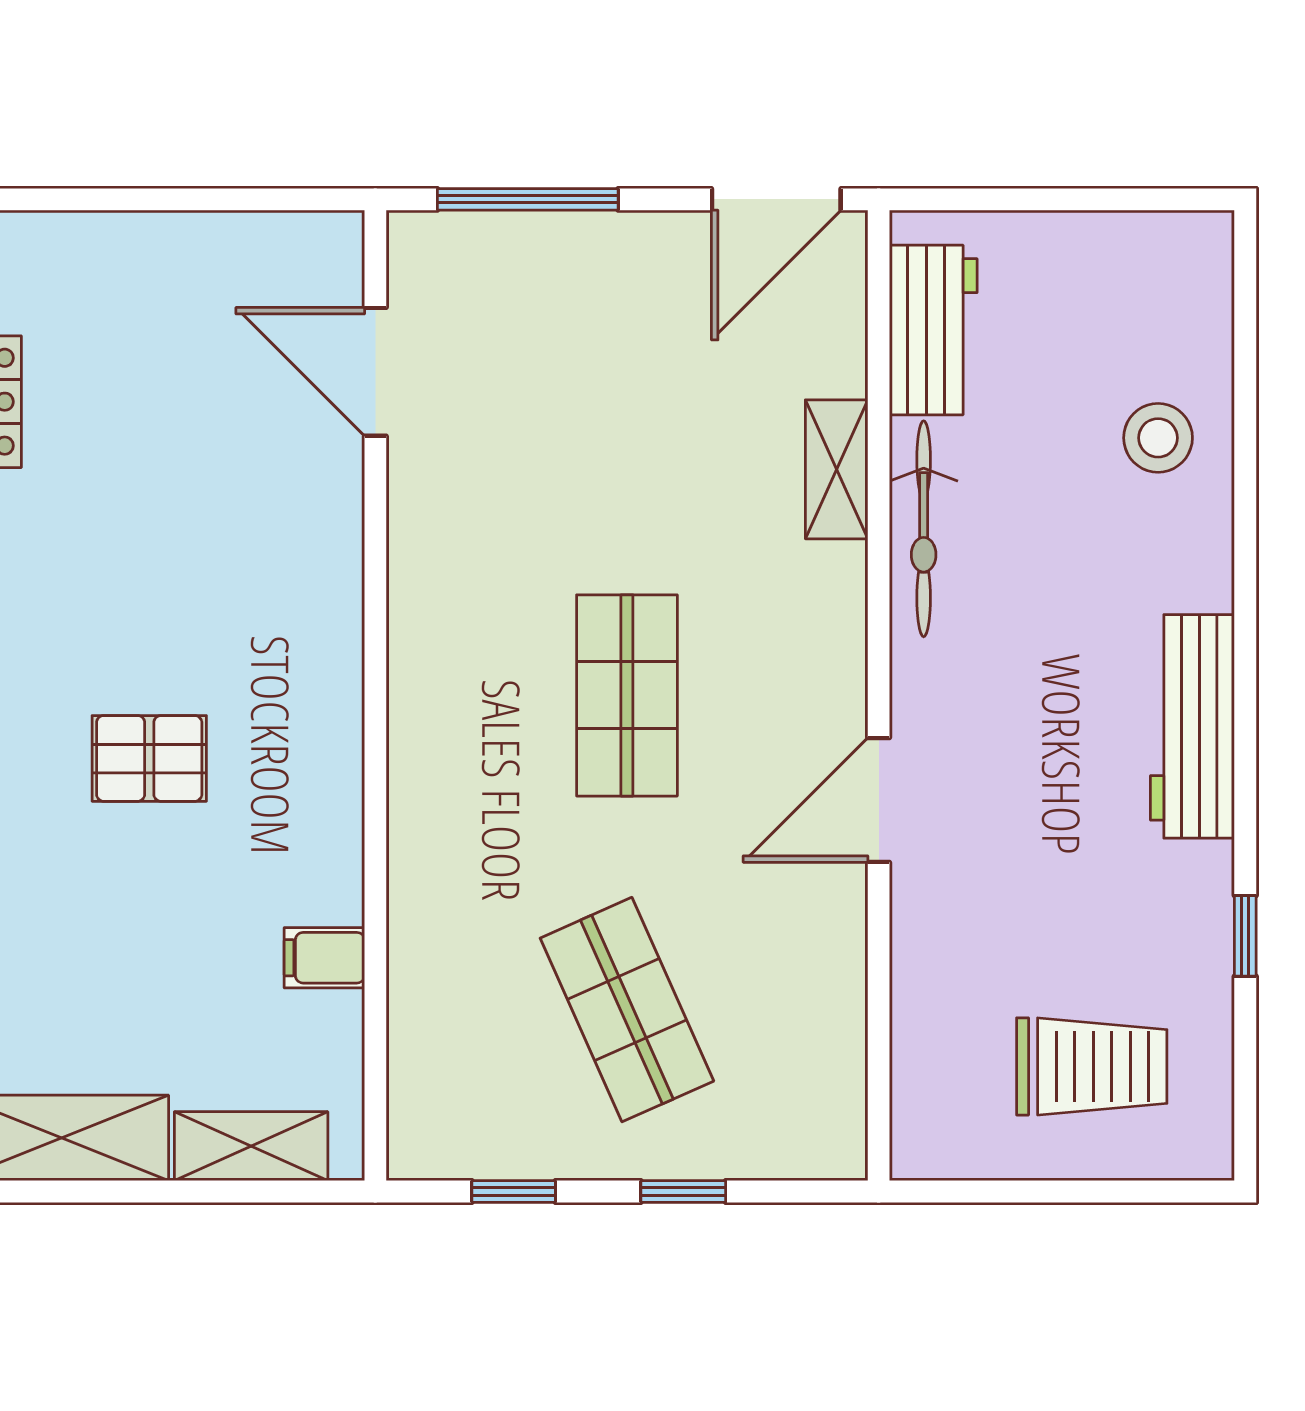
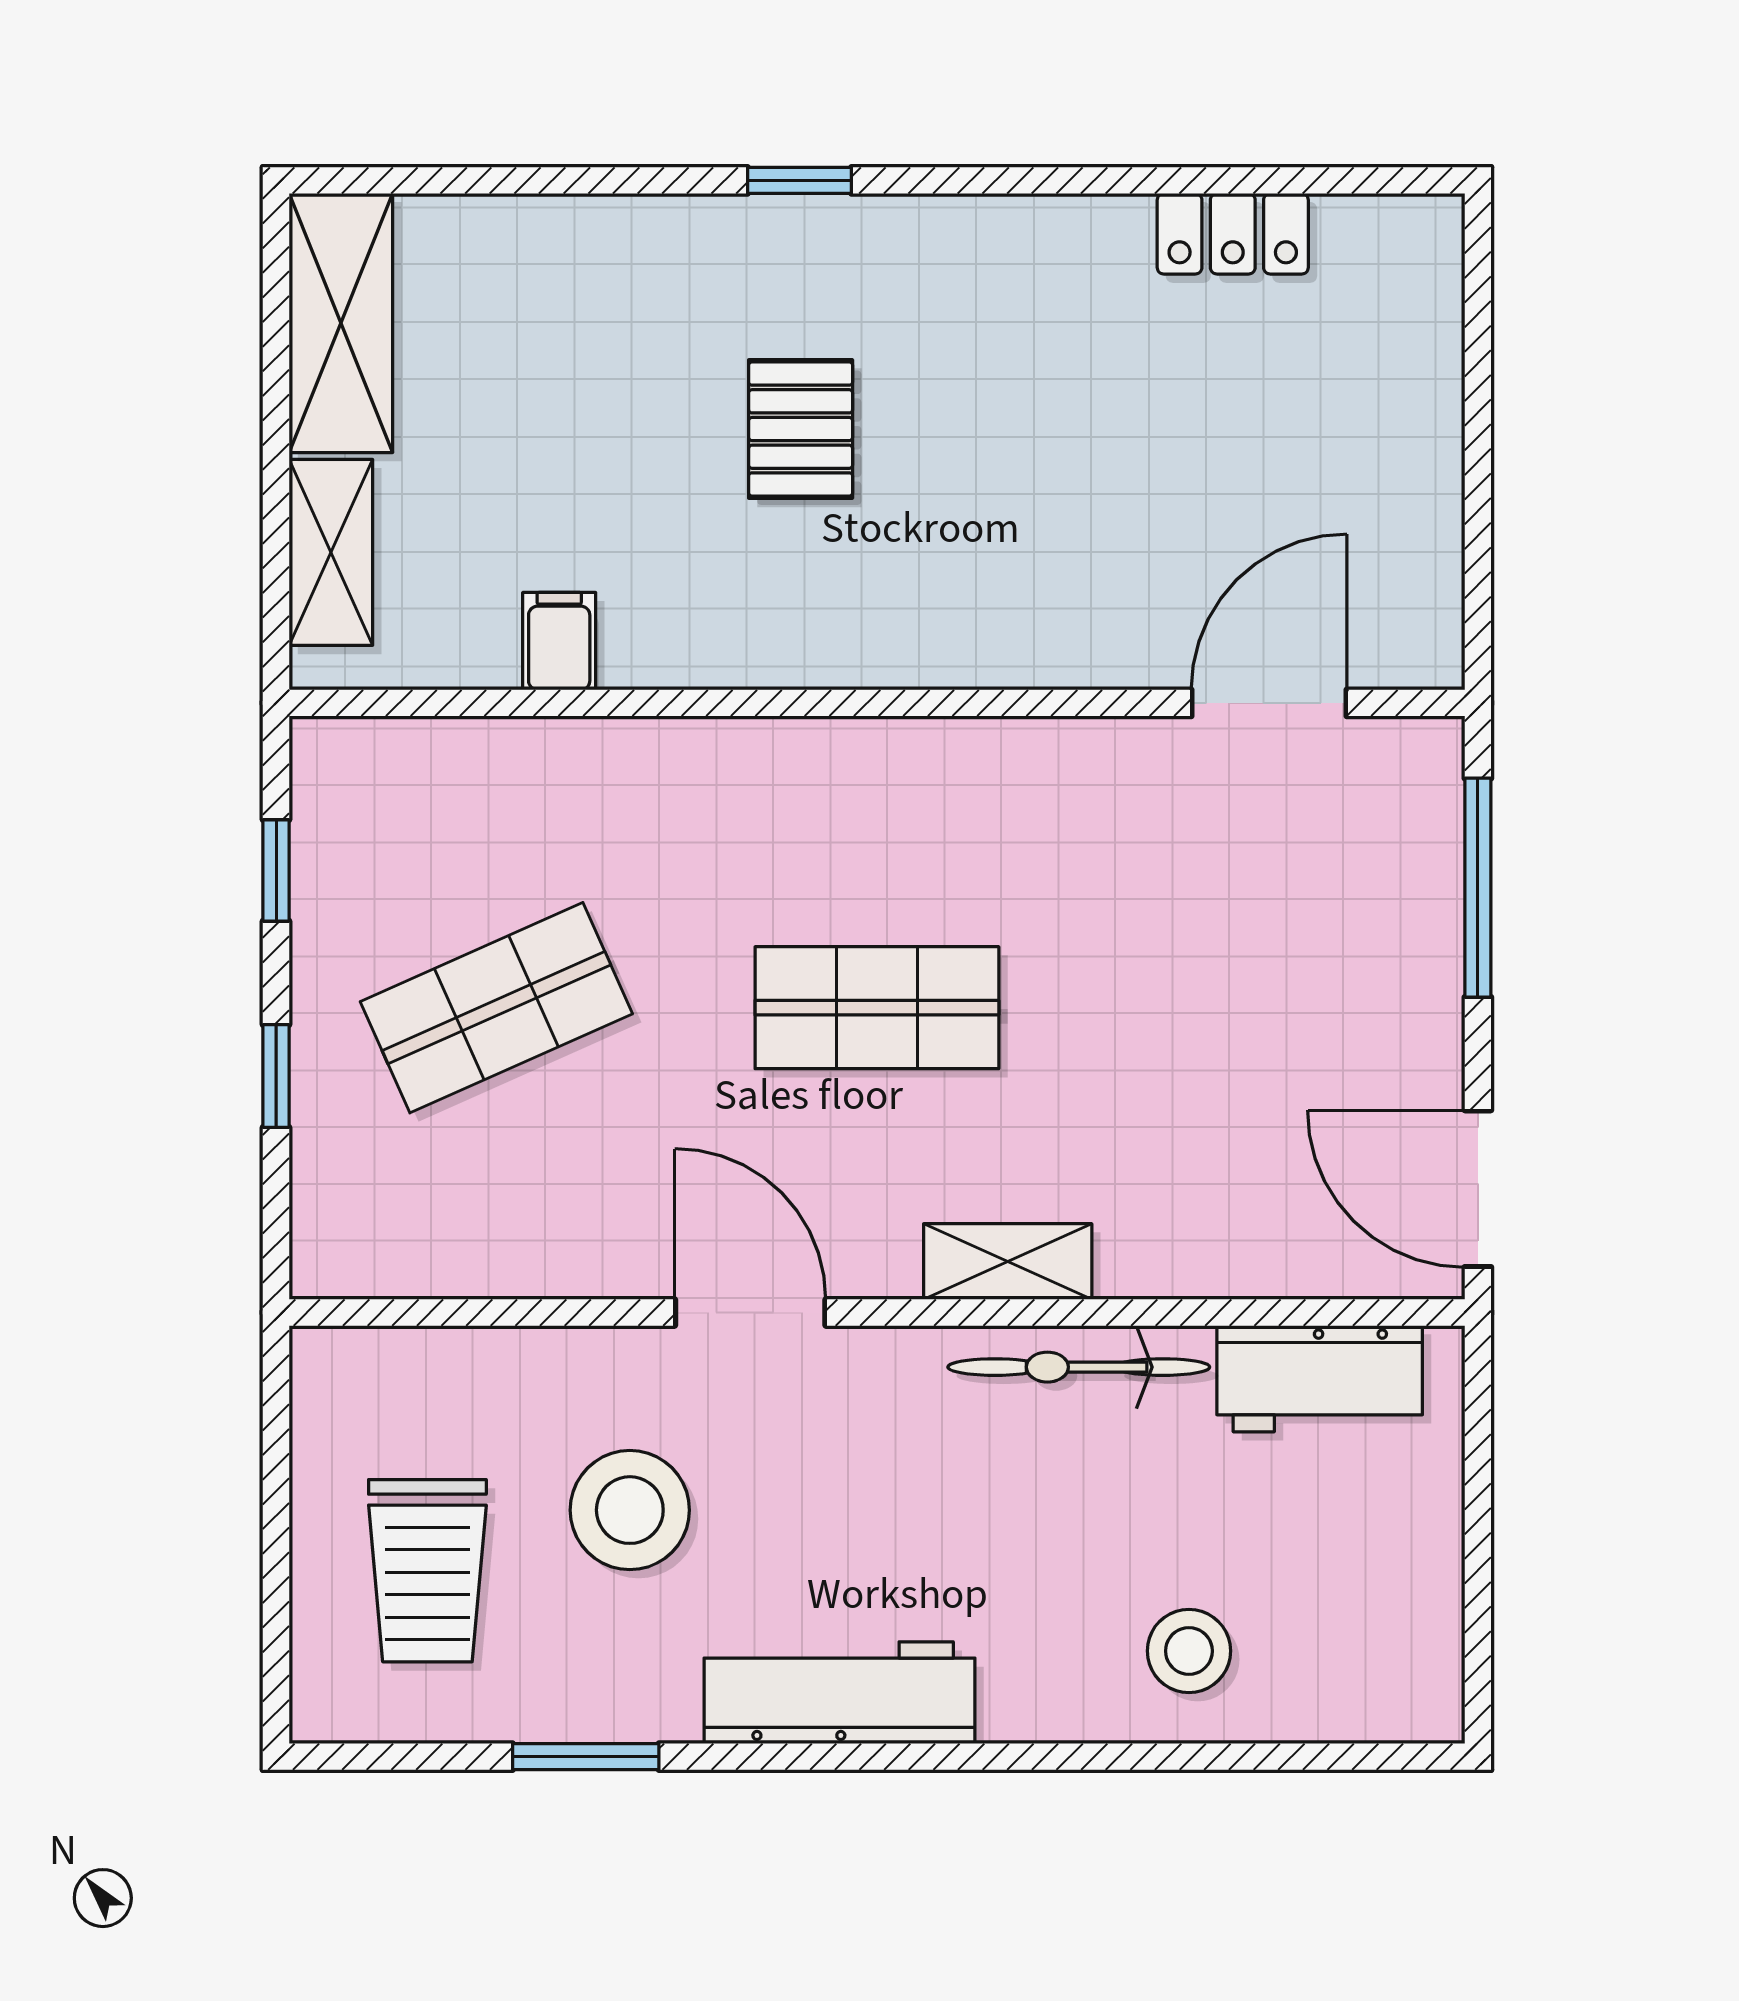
shelving: (837, 469) -> (1008, 1262), moved
stool: (1042, 899) -> (630, 1510), added
window: (1245, 936) -> (586, 1757), width x1.50

